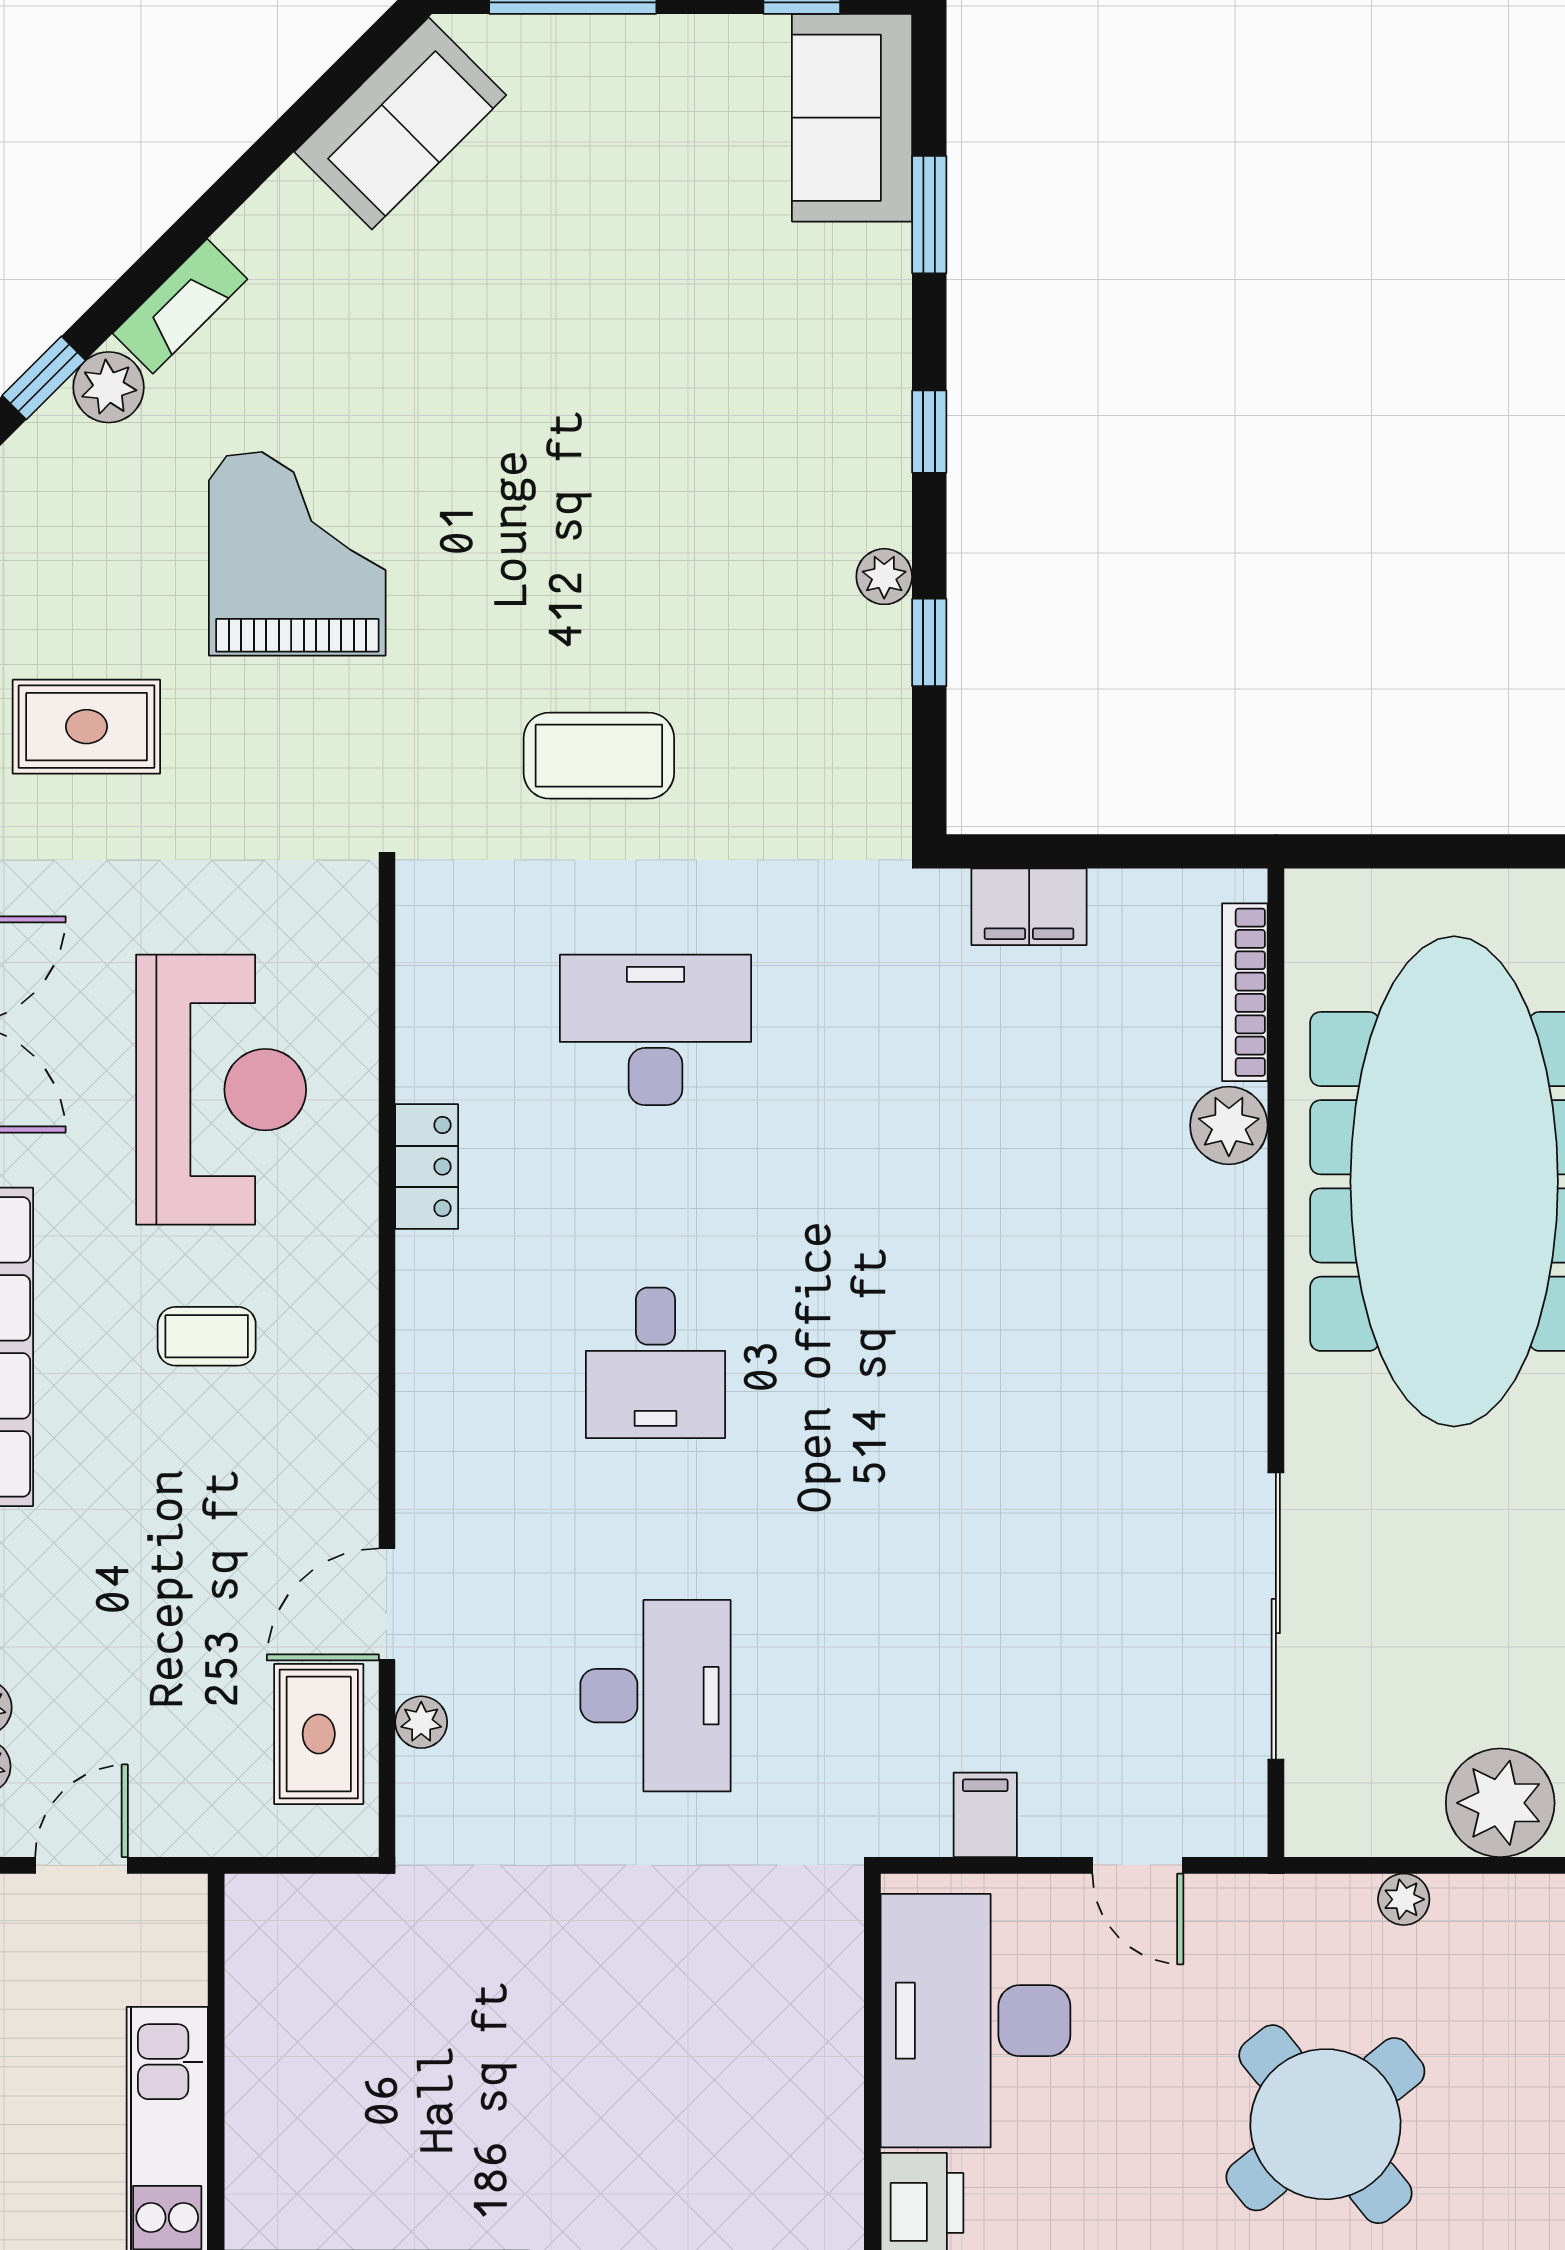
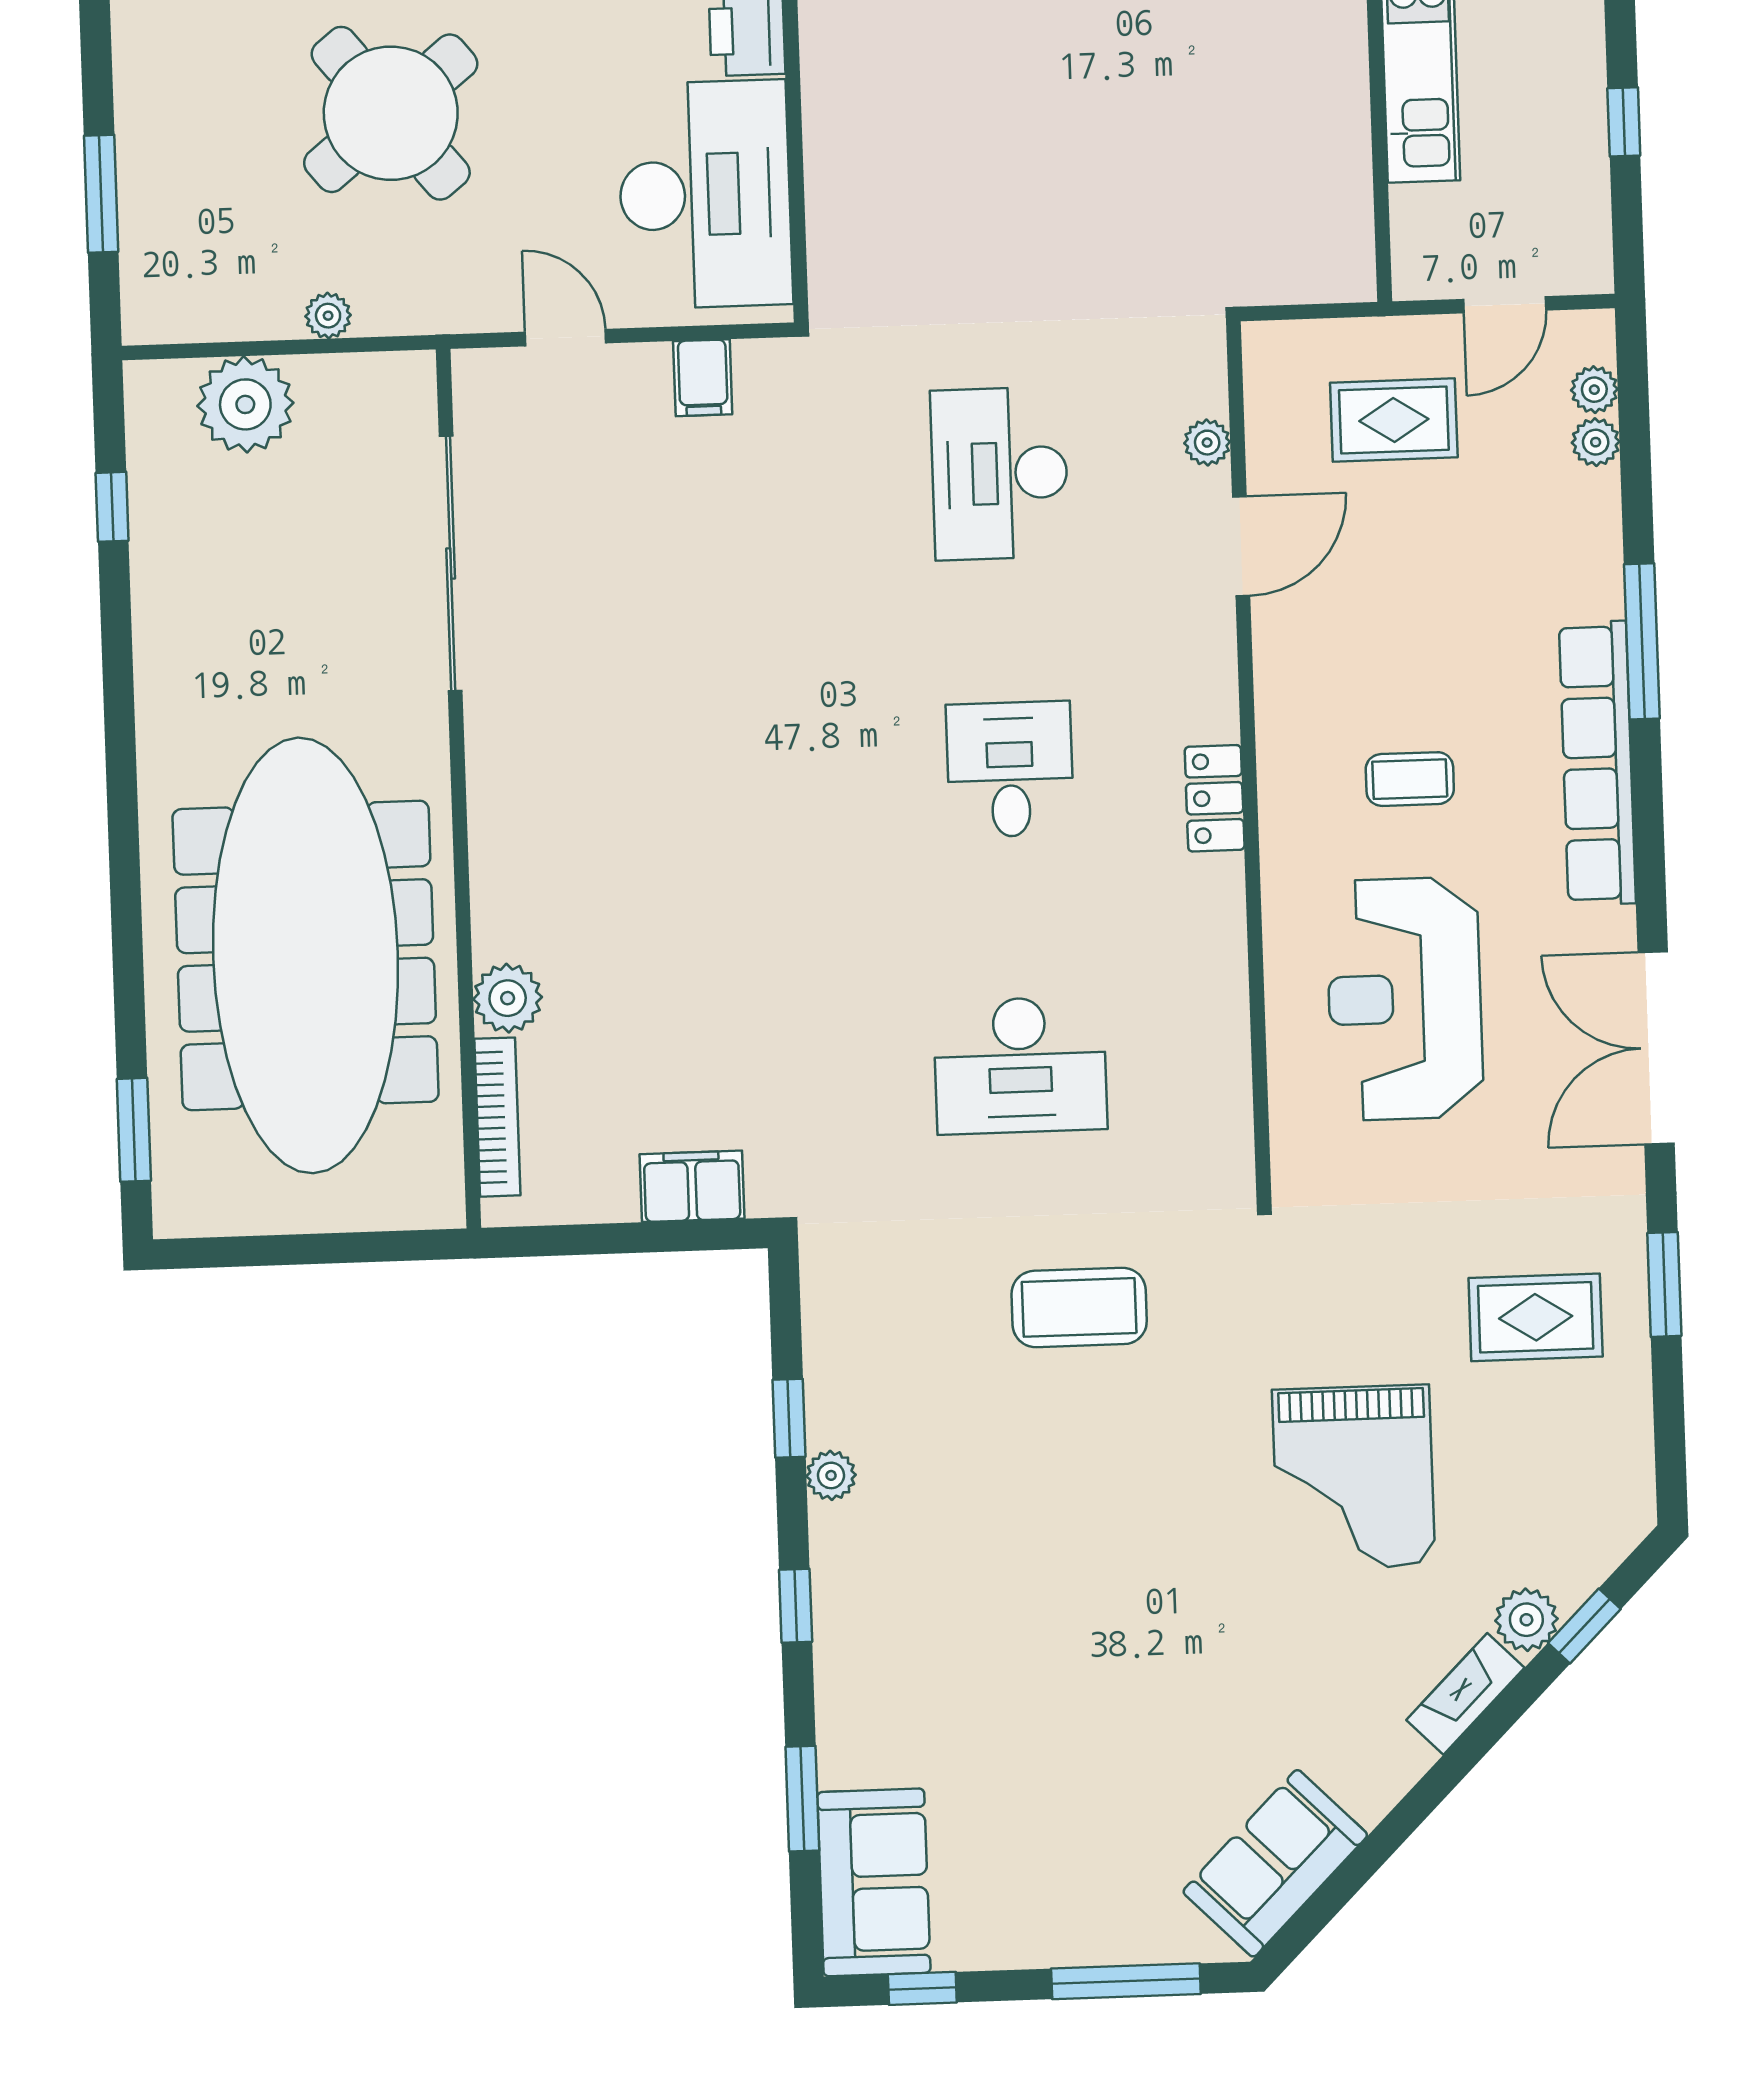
locker: (427, 1167) -> (1215, 798), moved
rug: (319, 1734) -> (1394, 420), moved, turned 90

